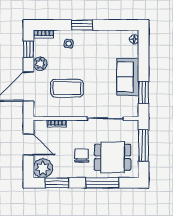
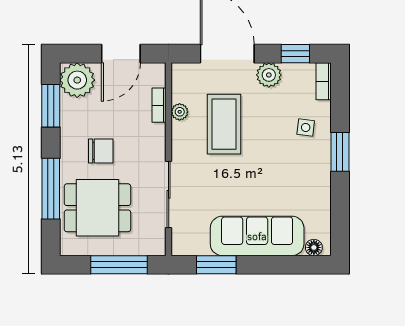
sofa: (128, 77) -> (257, 236), width x1.36
plant: (60, 112) -> (180, 112), added
dining table: (113, 157) -> (97, 208), turned 90

